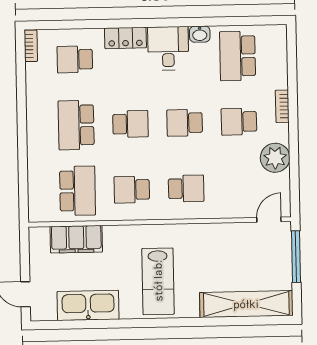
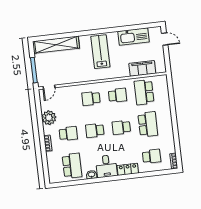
school desk: (185, 123) -> (95, 131), turned 180

